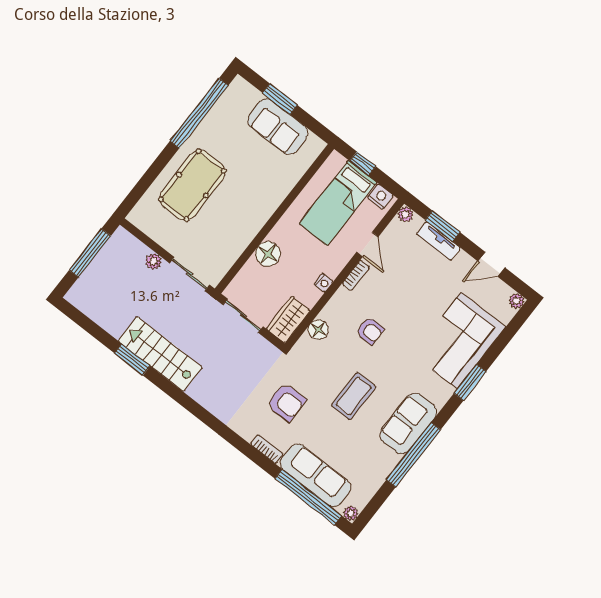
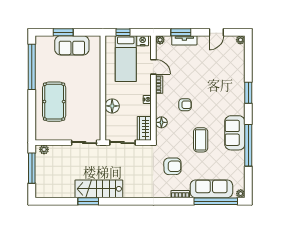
plant: (154, 261) -> (44, 149), moved
corner sofa: (459, 341) -> (229, 78), removed

